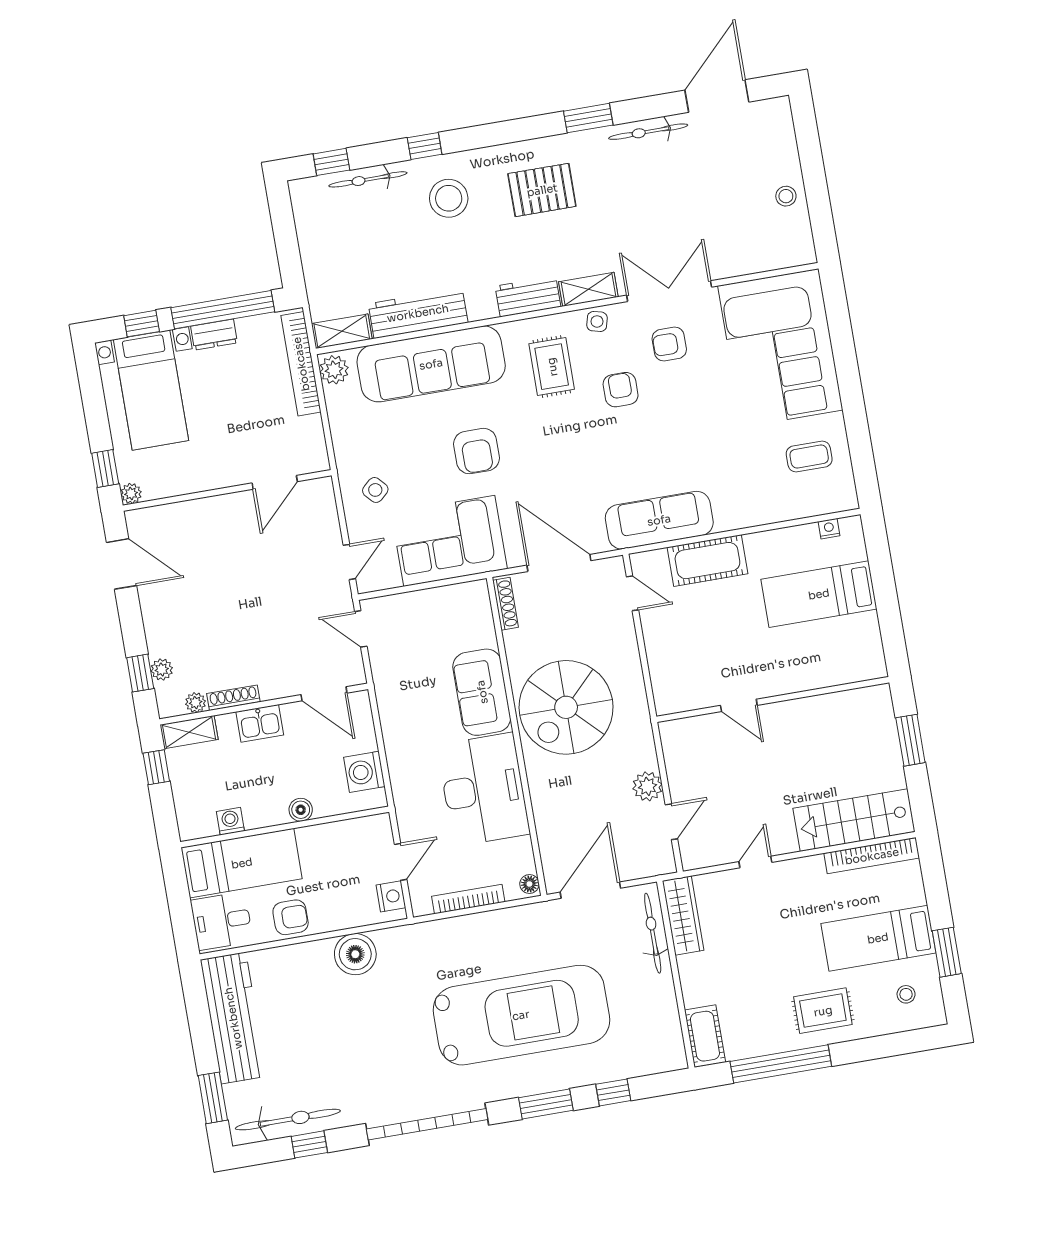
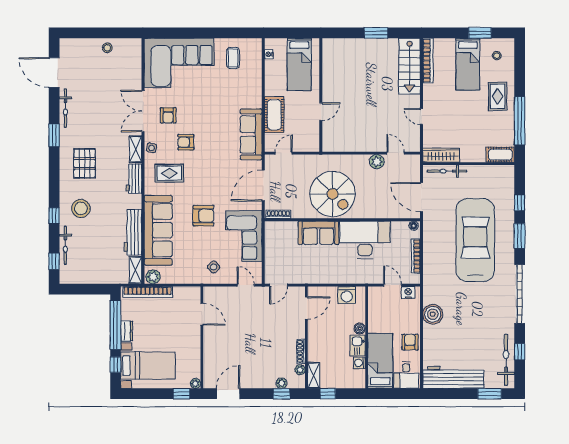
wall: (773, 700) -> (321, 95), moved
door: (739, 705) -> (321, 112), moved
kitchen sink: (260, 723) -> (358, 346), moved, turned 180

